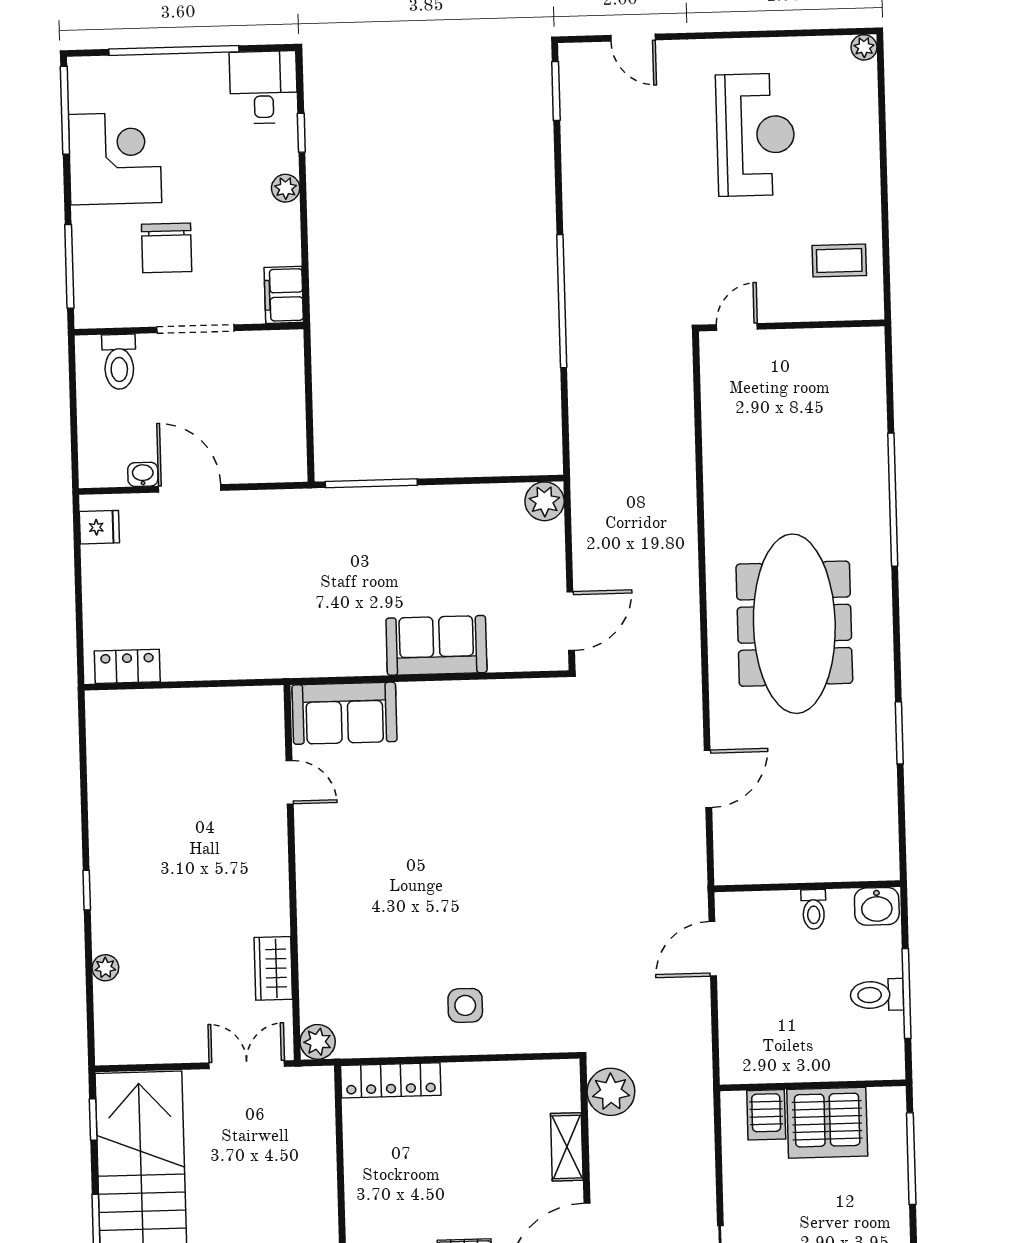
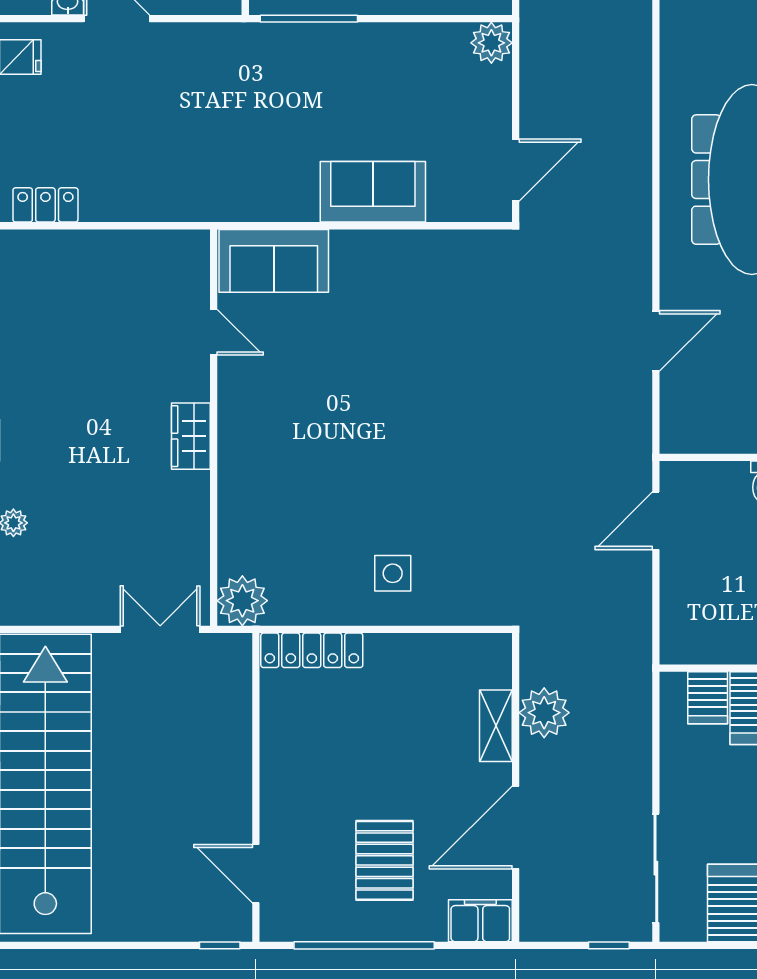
wardrobe: (273, 968) -> (191, 436), moved
plant: (318, 1042) -> (242, 601), width x1.36, depth x1.36
plant: (611, 1092) -> (544, 713), moved

